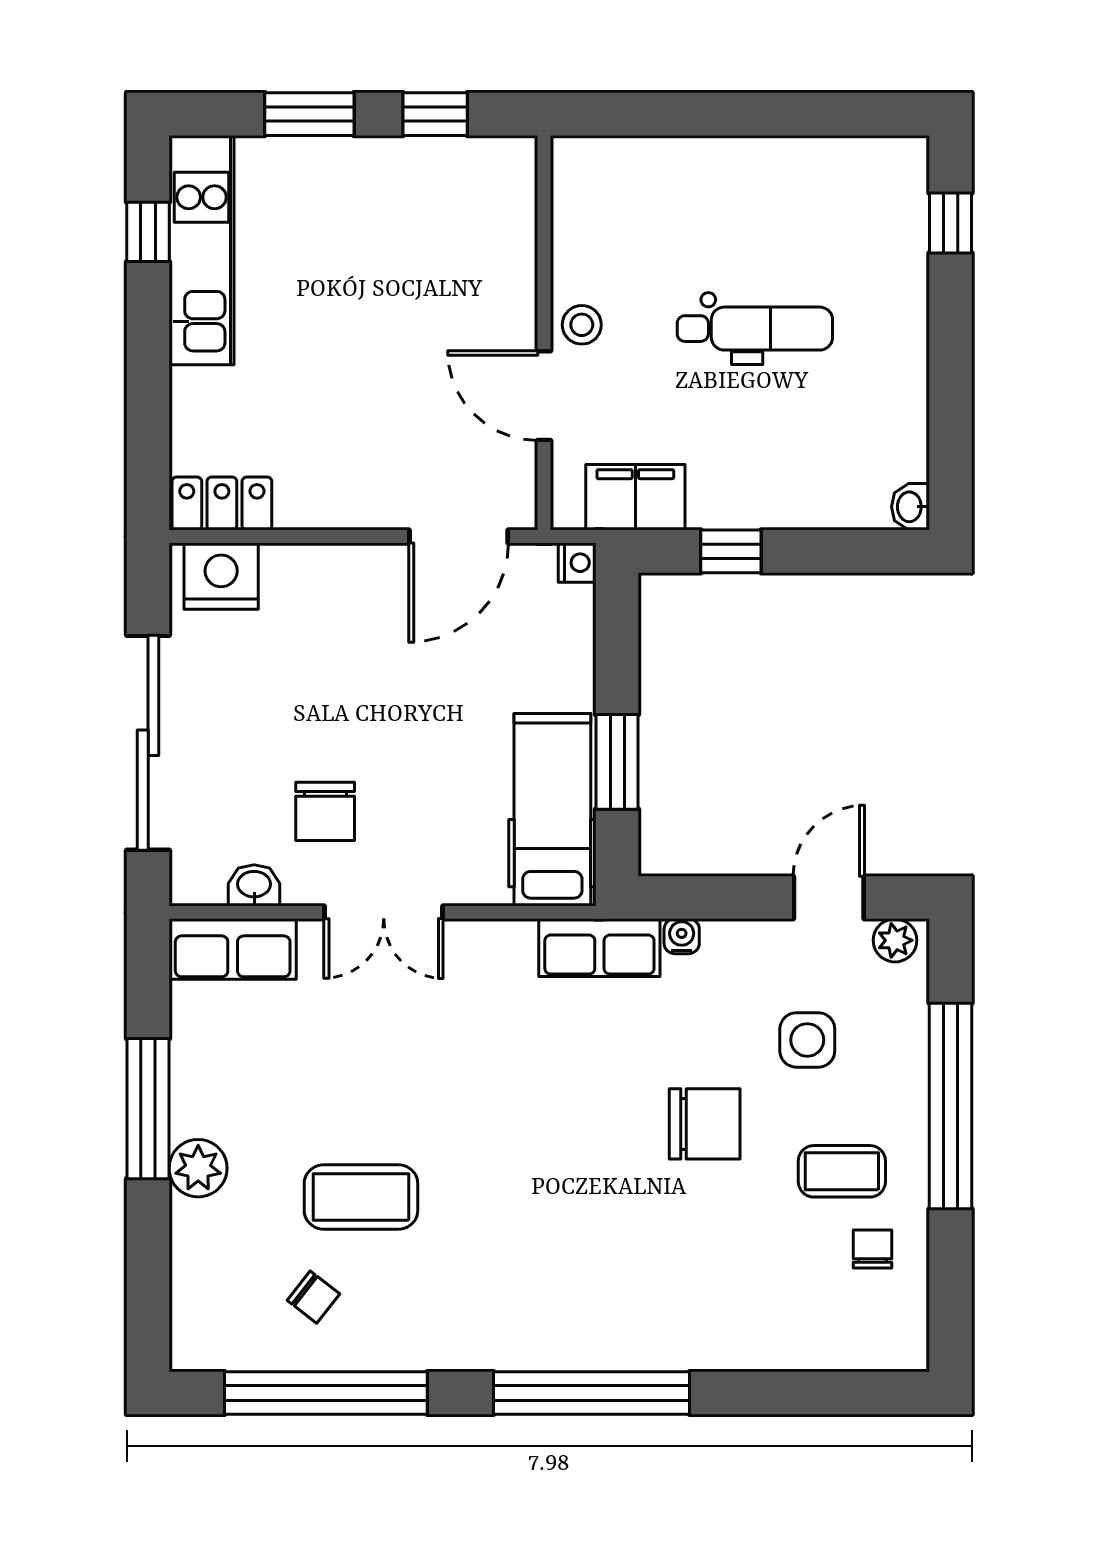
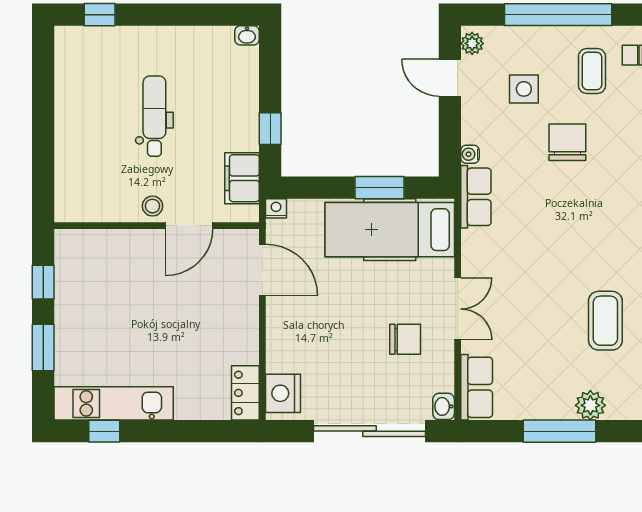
hospital bed: (552, 810) -> (390, 230), width x1.37, depth x1.29
washbasin: (254, 885) -> (444, 406), moved

